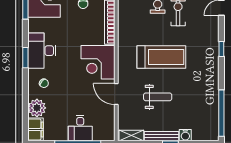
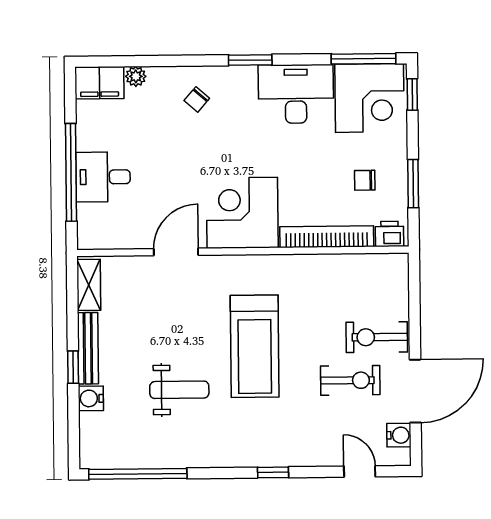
desk: (42, 51) -> (296, 94), moved
weight bench: (158, 97) -> (179, 390), moved, turned -90
plant: (37, 108) -> (136, 76), width x0.53, depth x0.53

